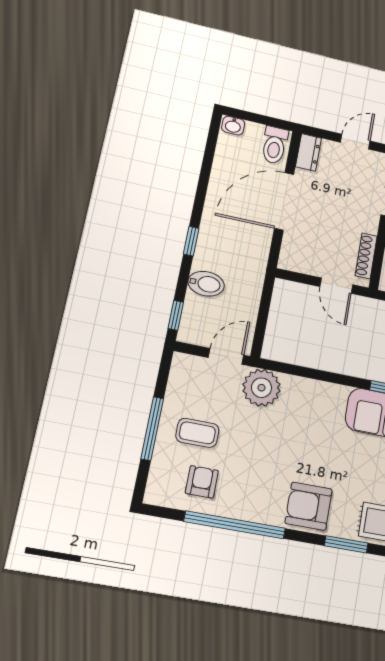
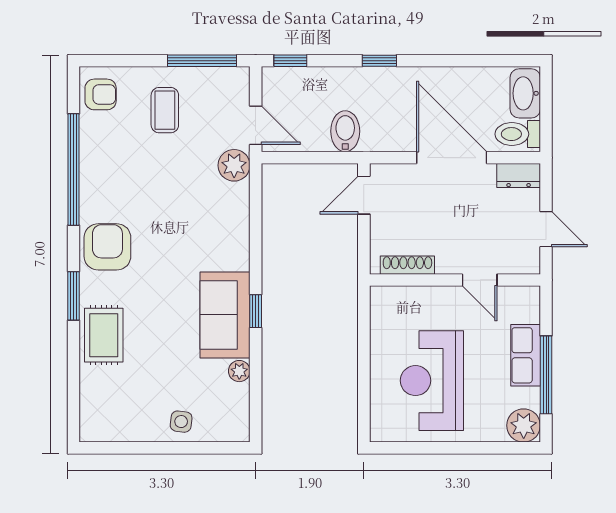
washbasin: (233, 126) -> (525, 93), width x1.91, depth x1.45
bidet: (206, 284) -> (345, 131), moved, turned 180
door: (336, 286) -> (364, 195), moved
plant: (261, 388) -> (234, 165), width x0.73, depth x0.73
window: (152, 429) -> (202, 61), moved
armchair: (202, 482) -> (101, 94), moved

